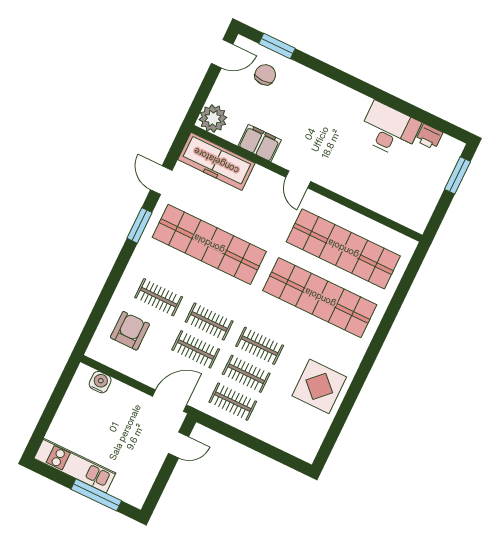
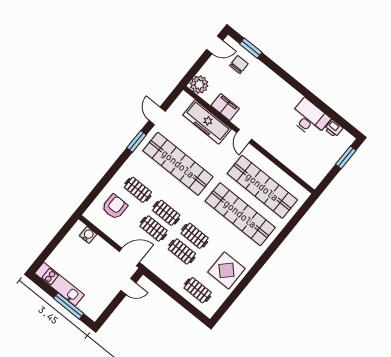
freezer: (216, 161) -> (207, 122), moved
clothes rail: (233, 402) -> (198, 290), moved

